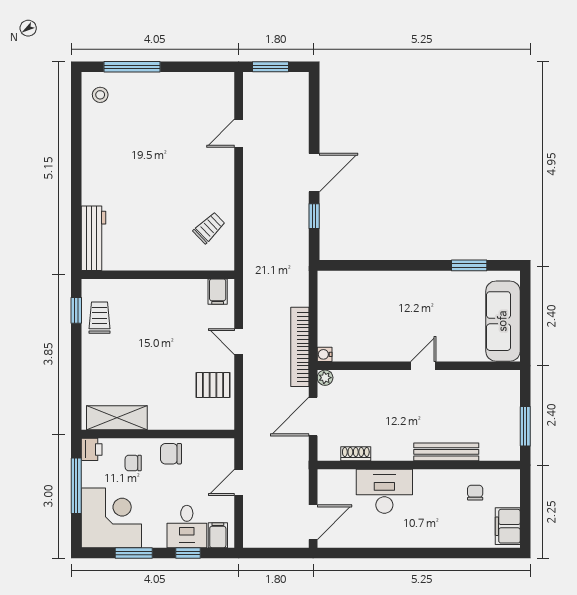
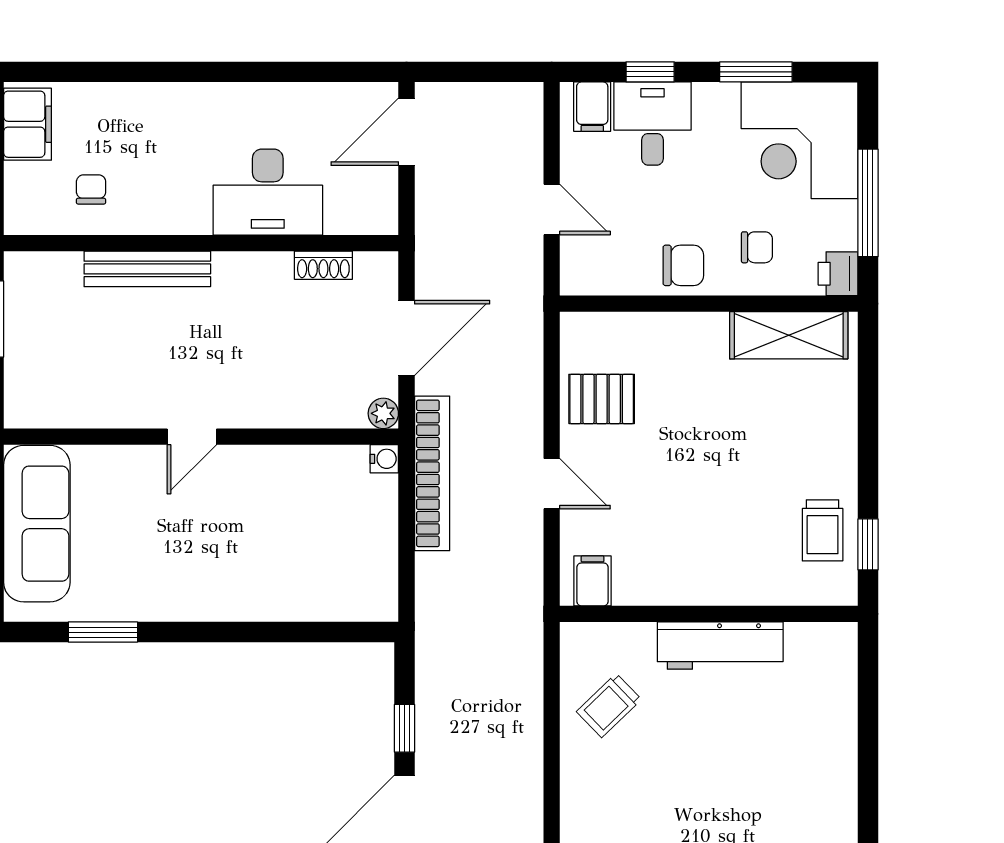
workbench: (93, 238) -> (720, 646), moved, turned -90
door: (239, 482) -> (552, 209), hinge flipped
chair: (475, 493) -> (91, 189), turned 180

